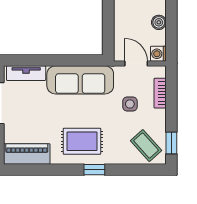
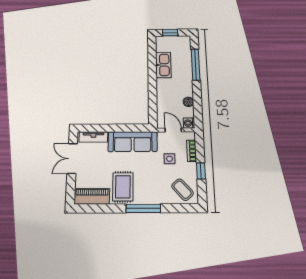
rug: (82, 141) -> (123, 187), moved, turned 90
window: (171, 143) -> (201, 171), moved
window: (94, 170) -> (143, 208), width x2.17

